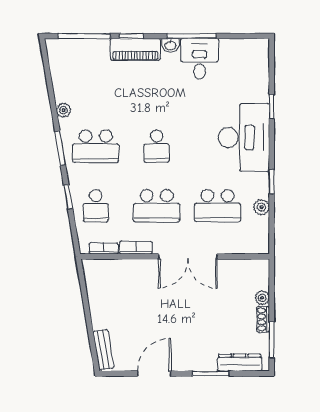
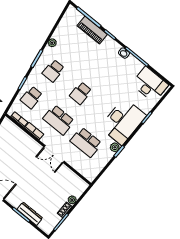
piano: (135, 49) -> (92, 30), moved
desk: (200, 59) -> (150, 84), moved, width x1.37
school desk: (96, 146) -> (53, 71), width x0.54
plant: (261, 207) -> (115, 147), moved
double door: (188, 257) -> (54, 154), width x0.73
dresser: (240, 363) -> (30, 214), moved

